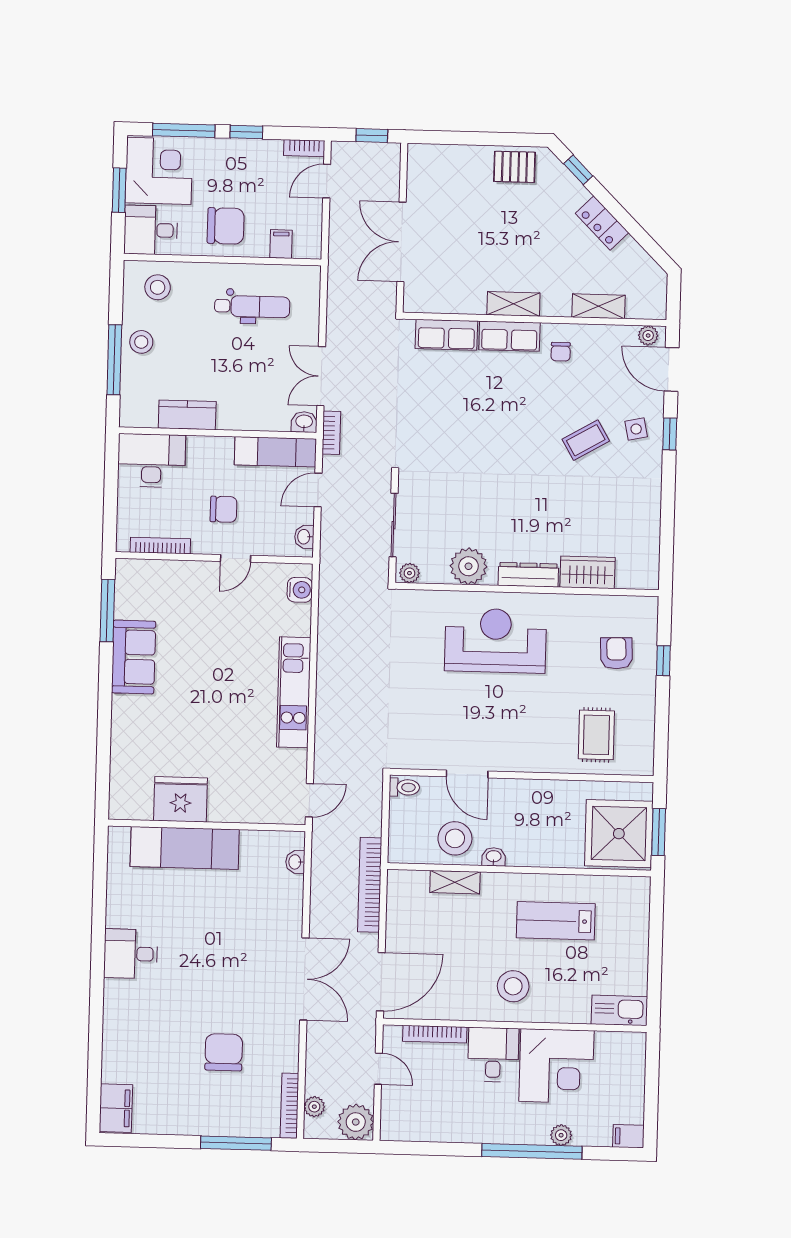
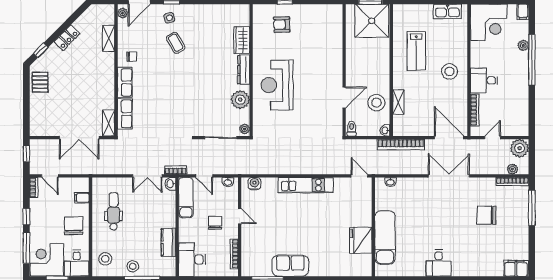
shelving: (513, 304) -> (109, 123), moved
rug: (596, 735) -> (323, 33), removed
washbasin: (494, 857) -> (385, 130), moved
kitchen sink: (619, 1010) -> (447, 11), moved, turned -90
corner desk: (556, 1066) -> (489, 22), moved, turned 90

